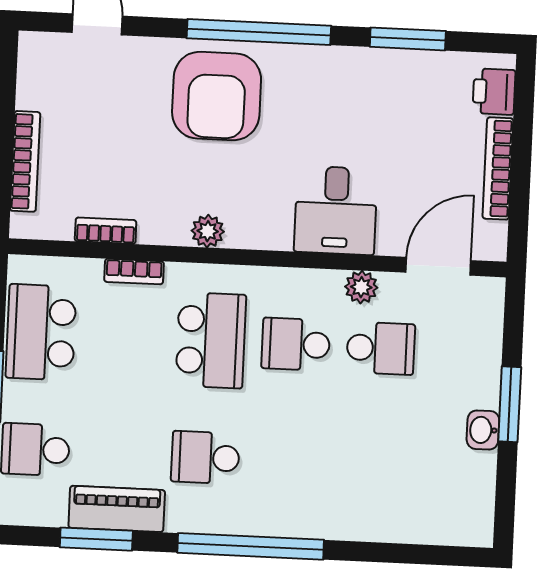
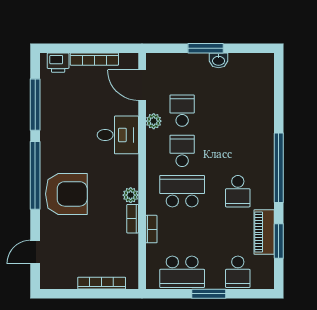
window: (408, 39) -> (35, 105), width x1.44
bookcase: (106, 231) -> (133, 219), moved
school desk: (296, 344) -> (182, 151), turned 180

